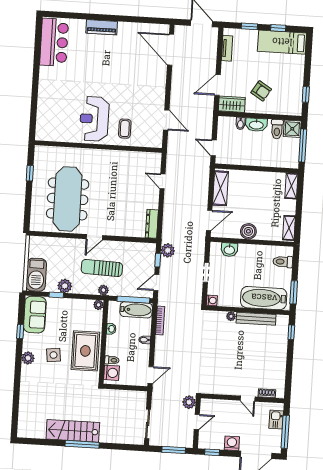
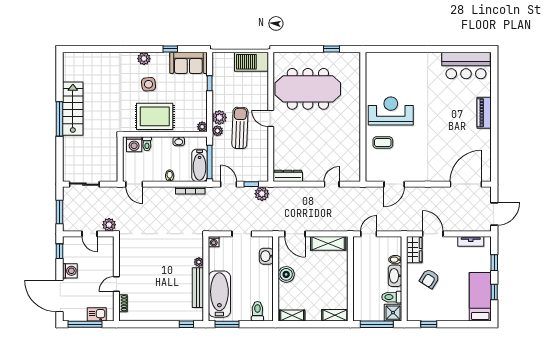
barbecue: (36, 275) -> (251, 62), moved
plant: (65, 286) -> (219, 117), moved

